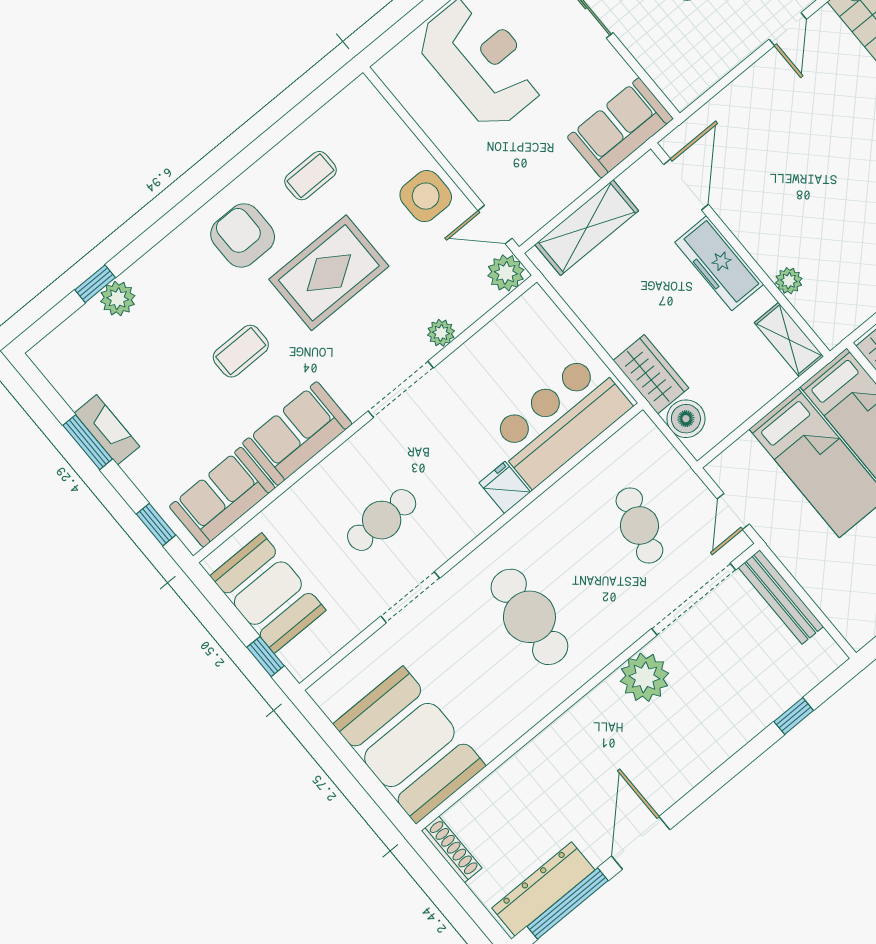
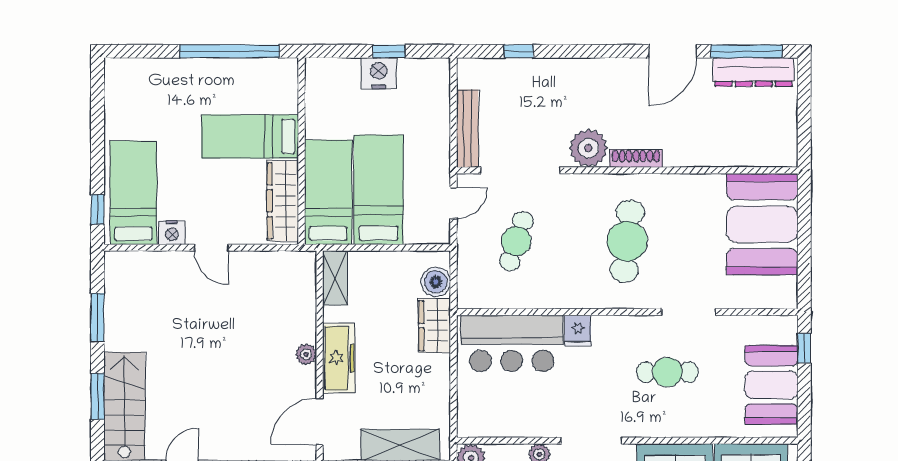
plant: (789, 281) -> (306, 354), moved
shoe rack: (452, 849) -> (636, 158), moved, turned 90

